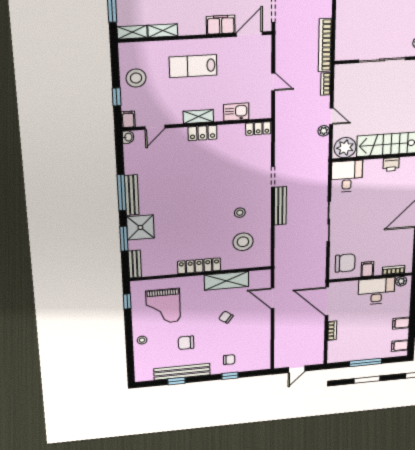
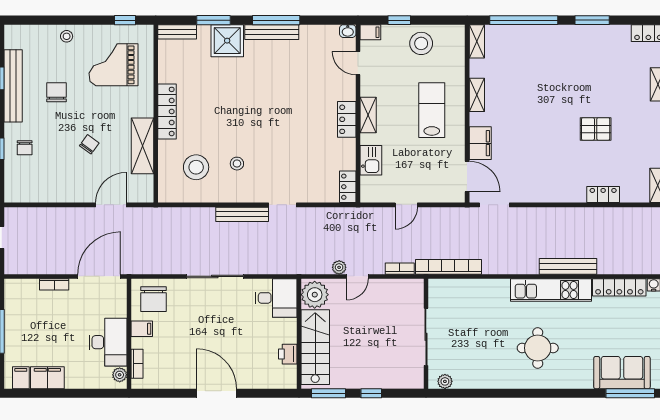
shelving: (163, 31) -> (477, 95), moved
filing cabinet: (401, 323) -> (47, 378), width x2.00

